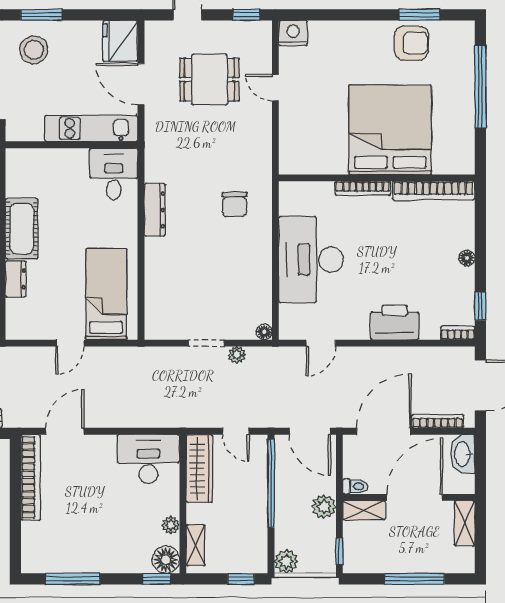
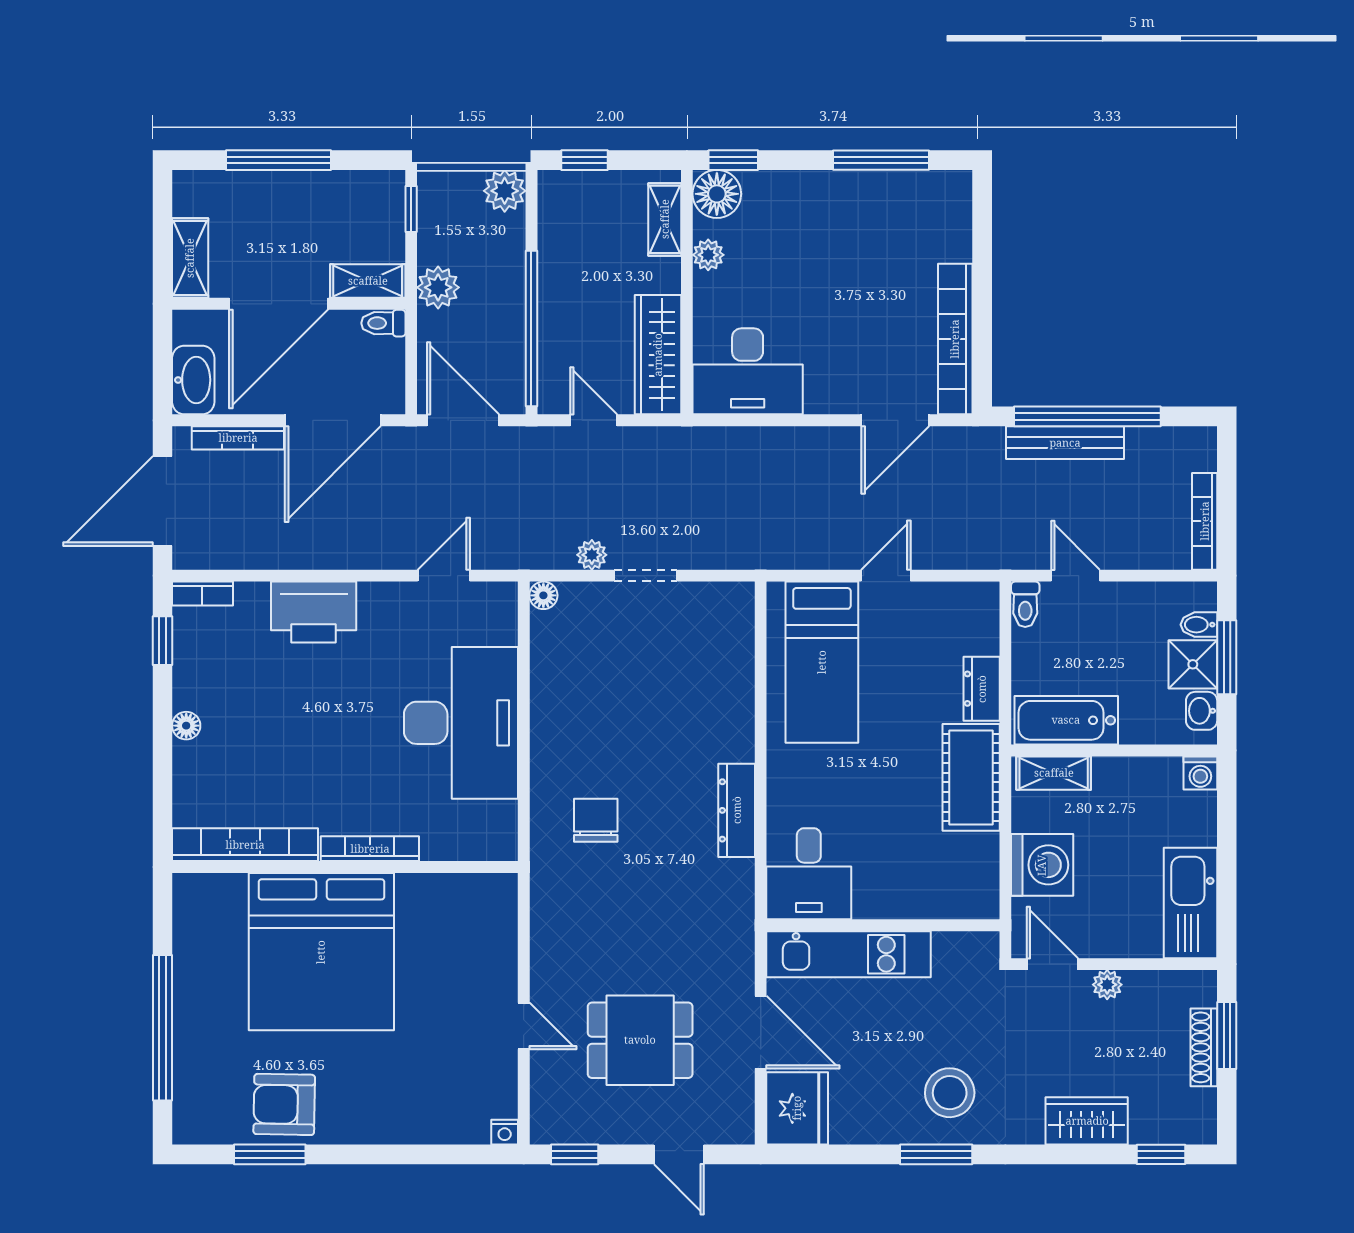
nightstand: (293, 33) -> (505, 1132), width x0.53, depth x0.56

